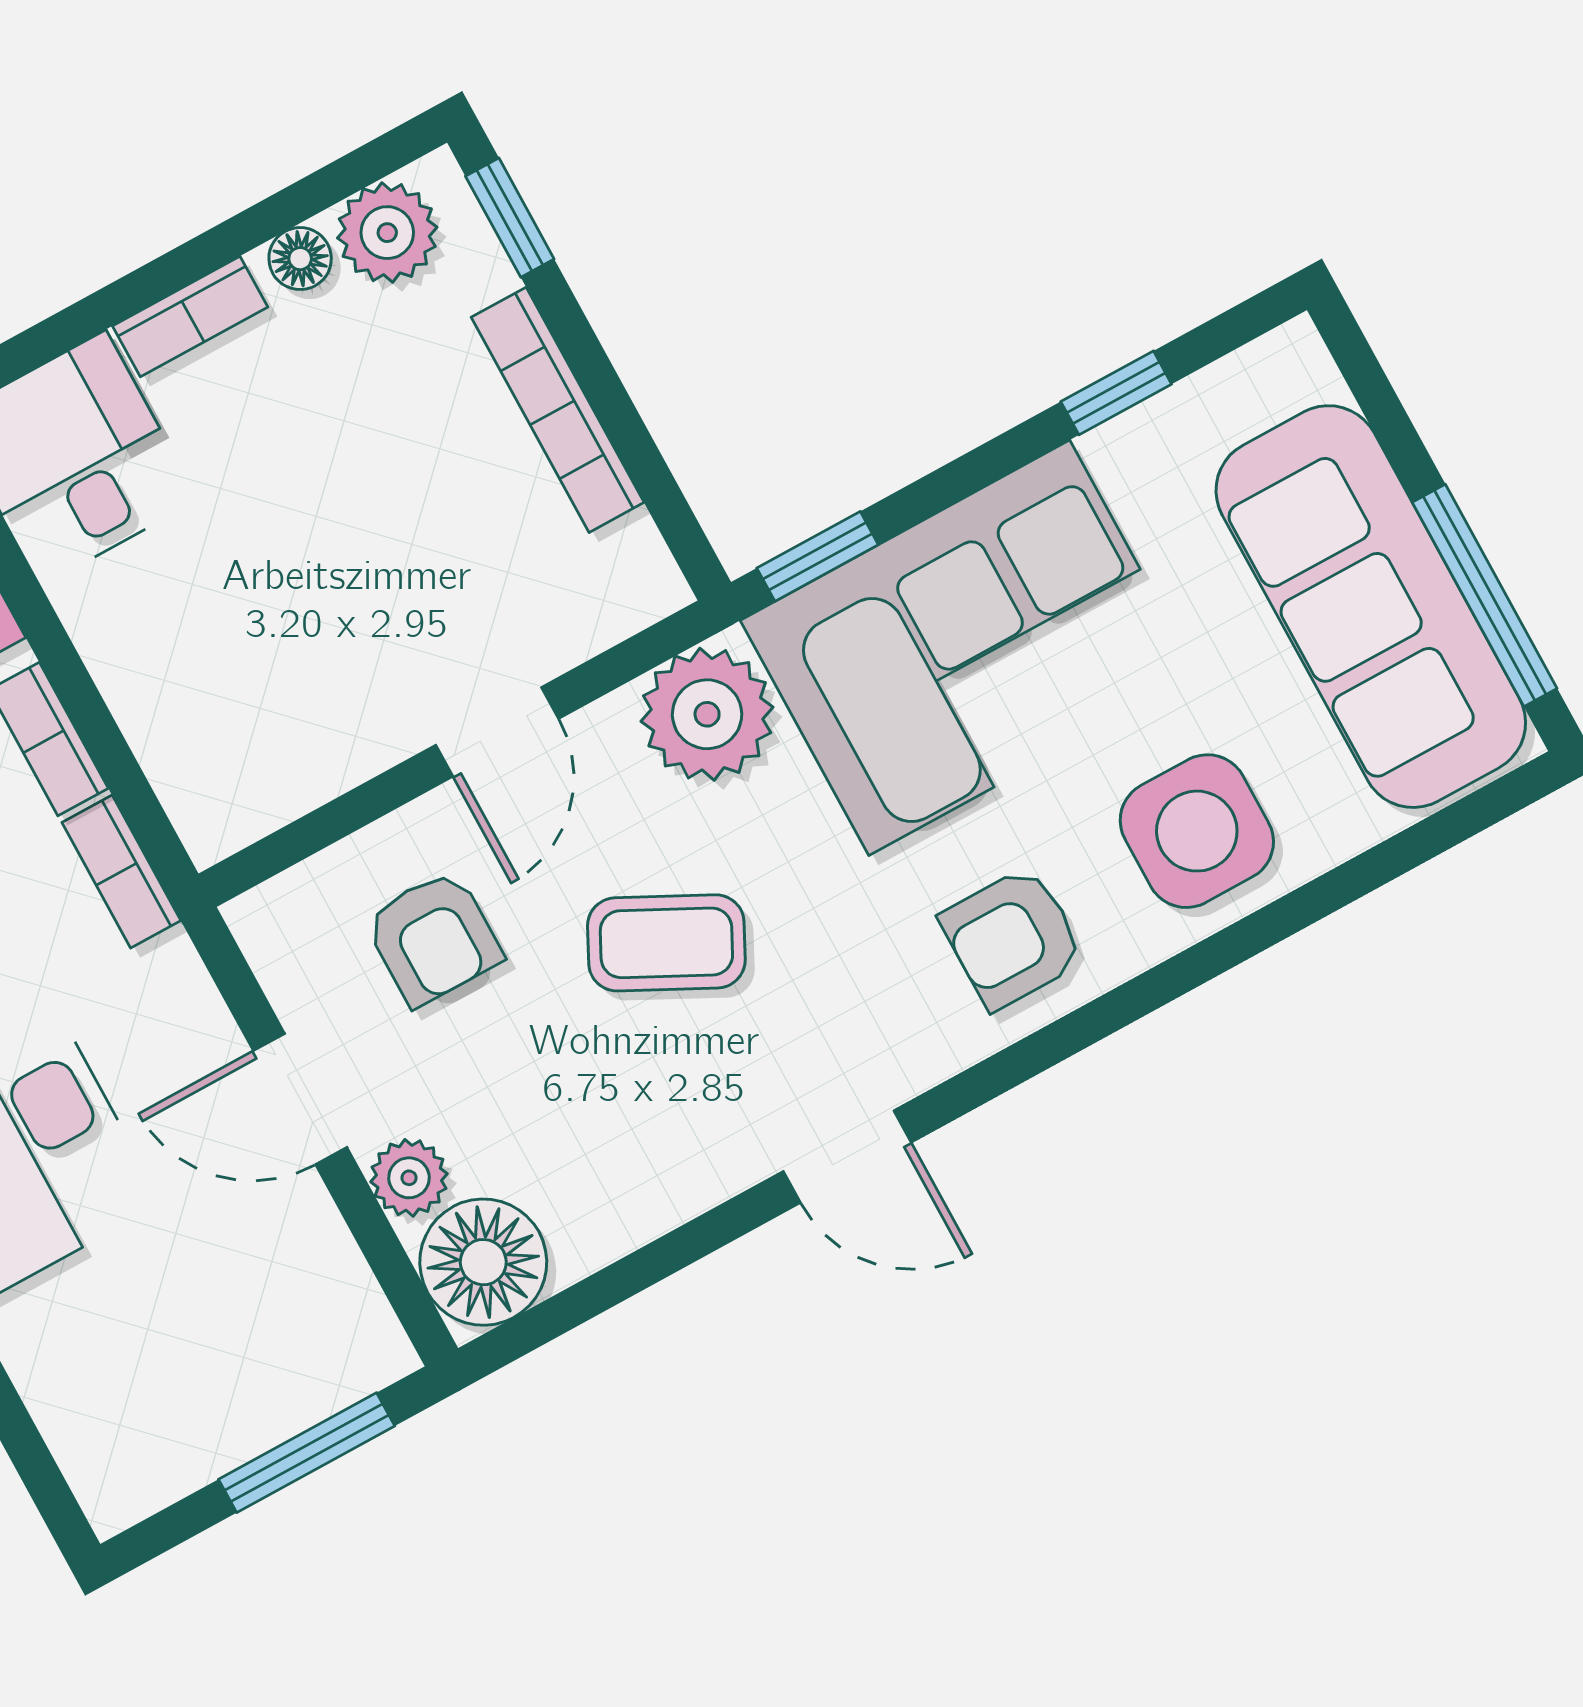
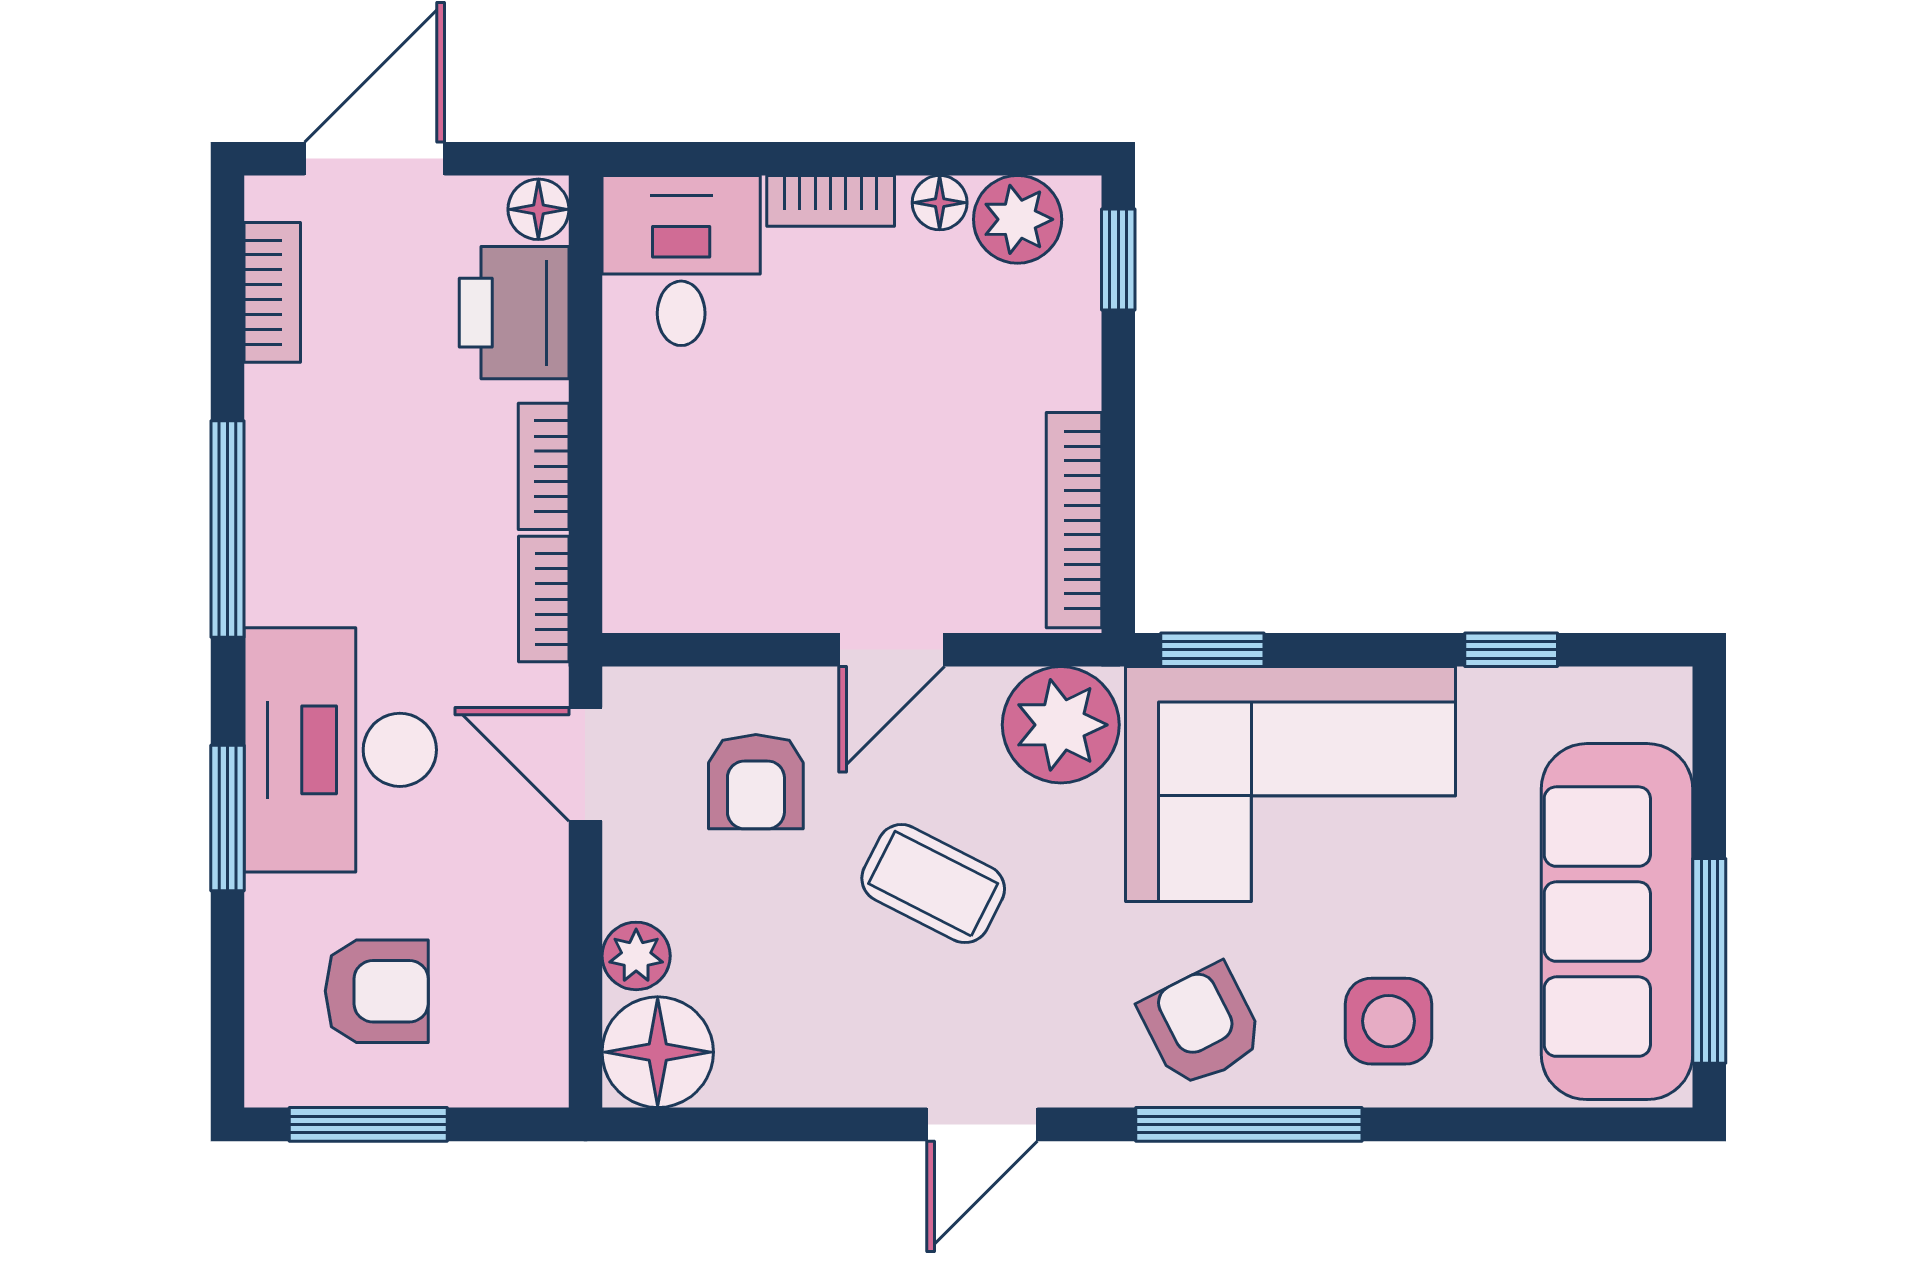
bookcase: (558, 410) -> (1074, 520), moved
side table: (1197, 831) -> (1389, 1021), width x0.73, depth x0.73
armchair: (1012, 938) -> (1202, 1026), turned 63
window: (1114, 1011) -> (1249, 1124), added
door: (300, 1099) -> (585, 764), moved
door: (847, 1157) -> (982, 1124), hinge flipped
armchair: (169, 1355) -> (377, 991), added
window: (307, 1453) -> (368, 1124), moved

